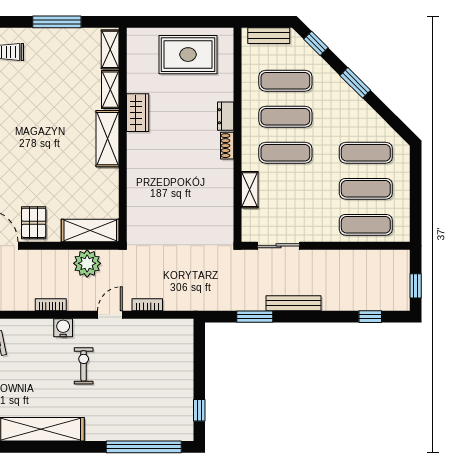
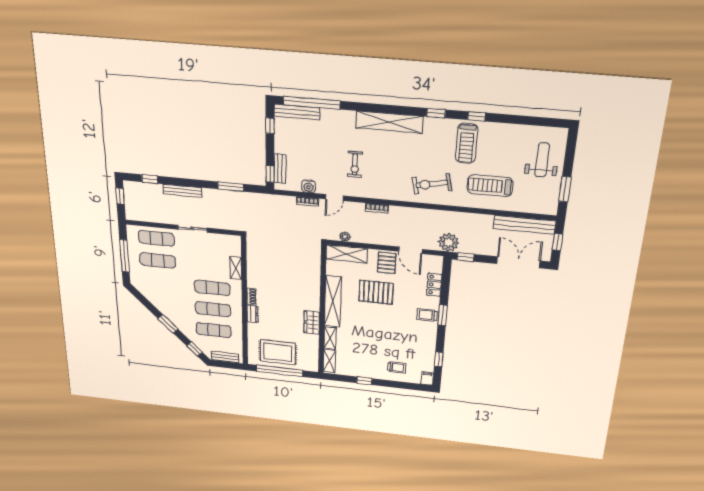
window: (57, 22) -> (364, 381), width x0.46
window: (185, 22) -> (279, 371), added
shelving: (108, 139) -> (333, 301), width x1.47
exercise mat: (366, 153) -> (159, 282), removed
pallet: (46, 174) -> (376, 292), added
window: (416, 191) -> (125, 256), added
sliding door: (278, 246) -> (192, 229), moved
plant: (87, 263) -> (345, 237), width x0.53, depth x0.53
bench: (294, 303) -> (182, 191), moved
water cooler: (63, 328) -> (309, 186), moved
window: (199, 341) -> (270, 174), added
bench: (186, 350) -> (280, 169), added
bench: (163, 433) -> (297, 112), added

